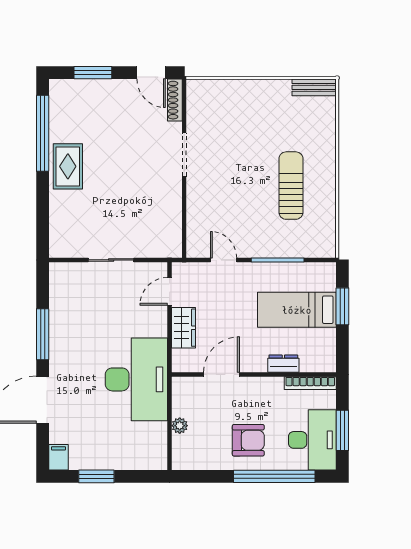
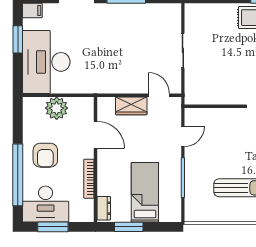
window: (342, 306) -> (129, 227), moved
dresser: (283, 364) -> (104, 208), moved
desk: (136, 379) -> (46, 62), moved, turned 90
bookcase: (310, 383) -> (89, 179), moved
plant: (180, 426) -> (57, 108), width x1.87, depth x1.87

